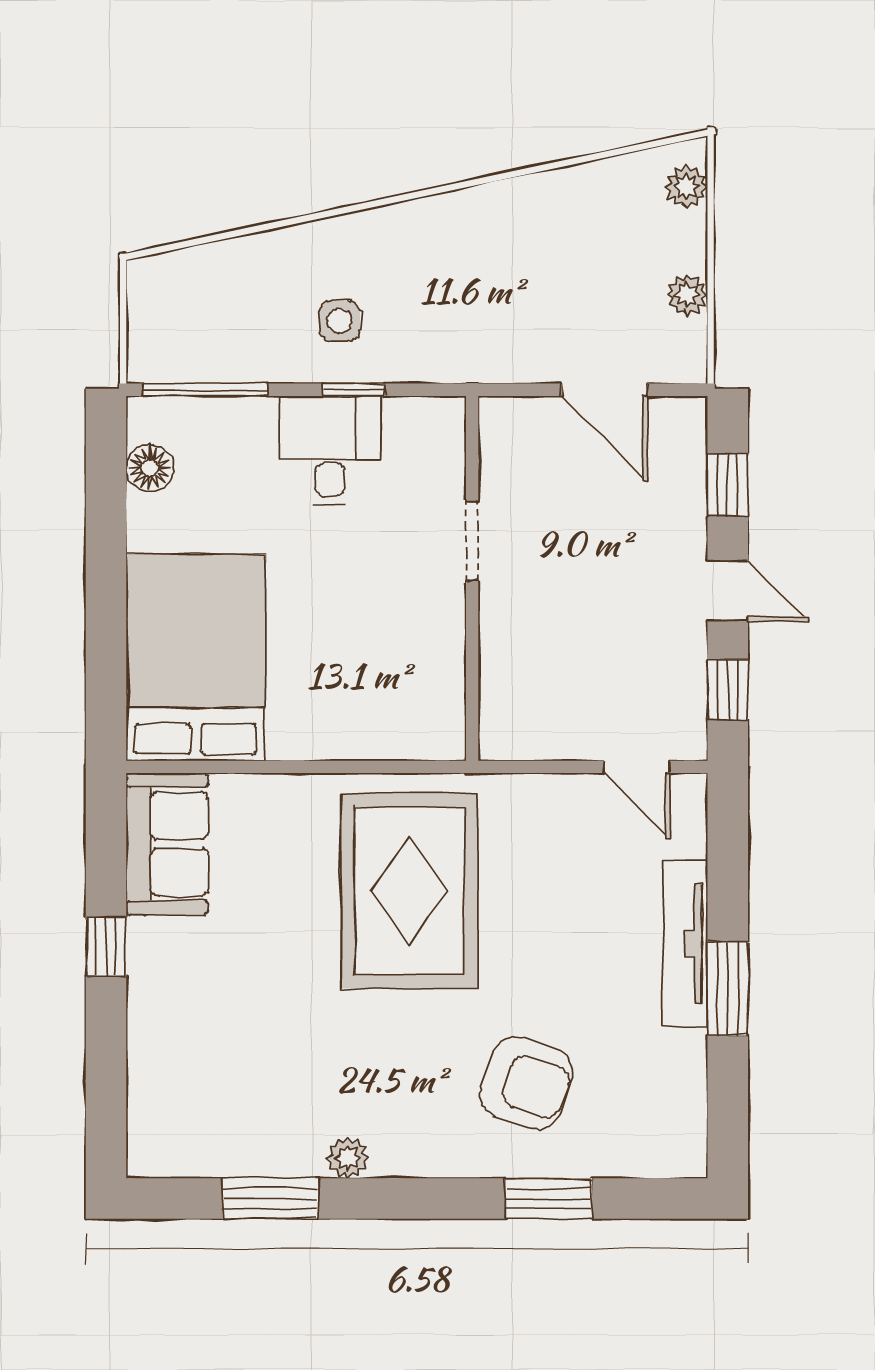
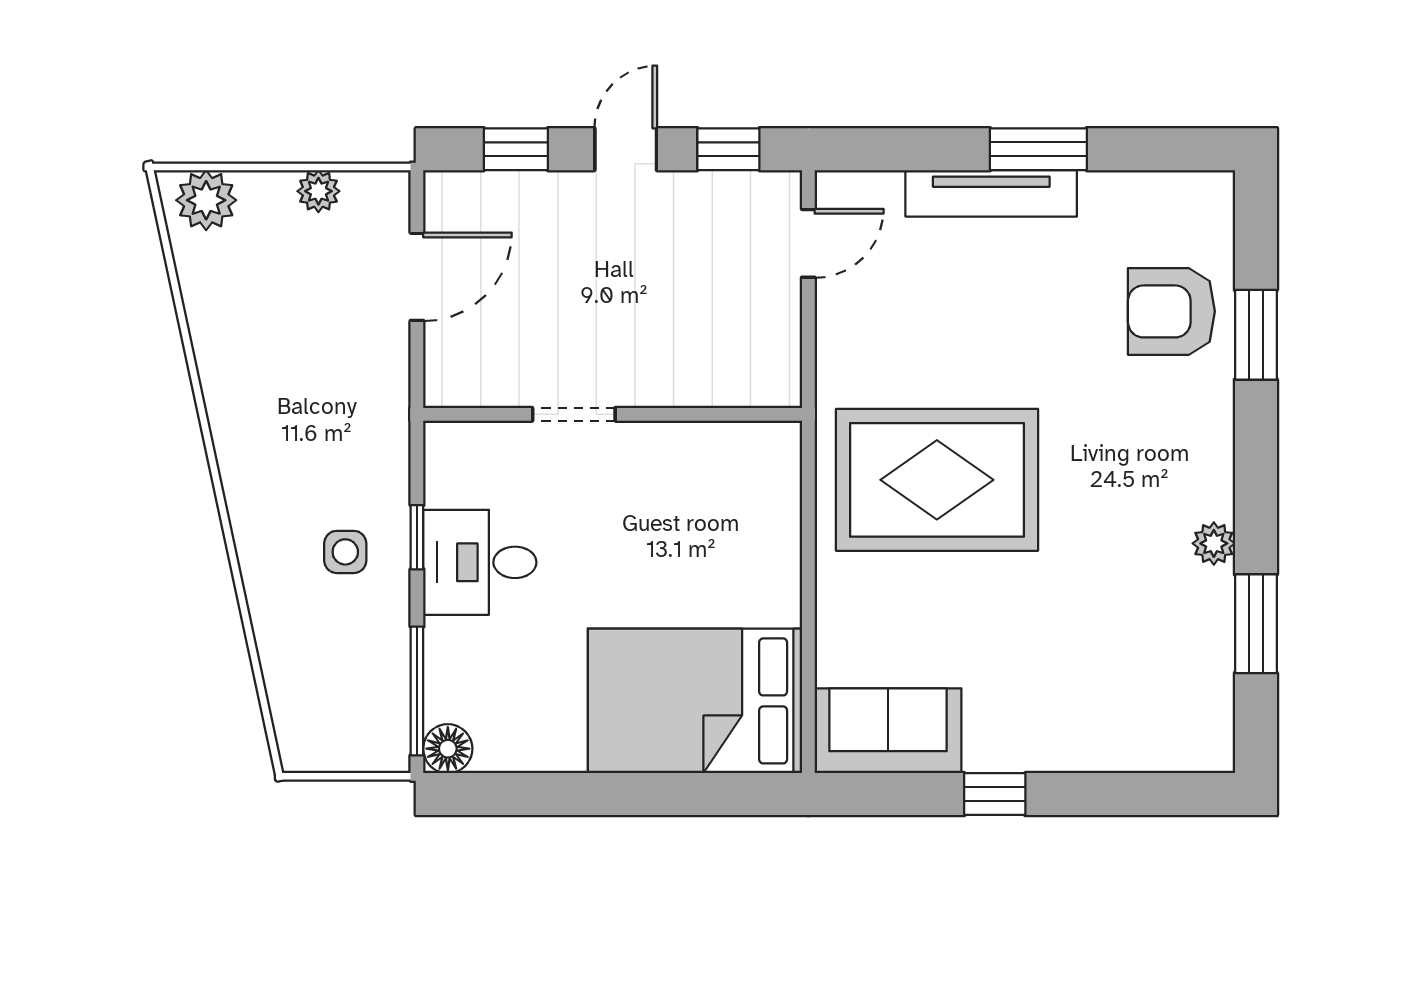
plant: (686, 187) -> (206, 200), width x1.38, depth x1.38
floor lamp: (150, 468) -> (448, 749), moved
armchair: (526, 1083) -> (1171, 311), moved, turned -109

